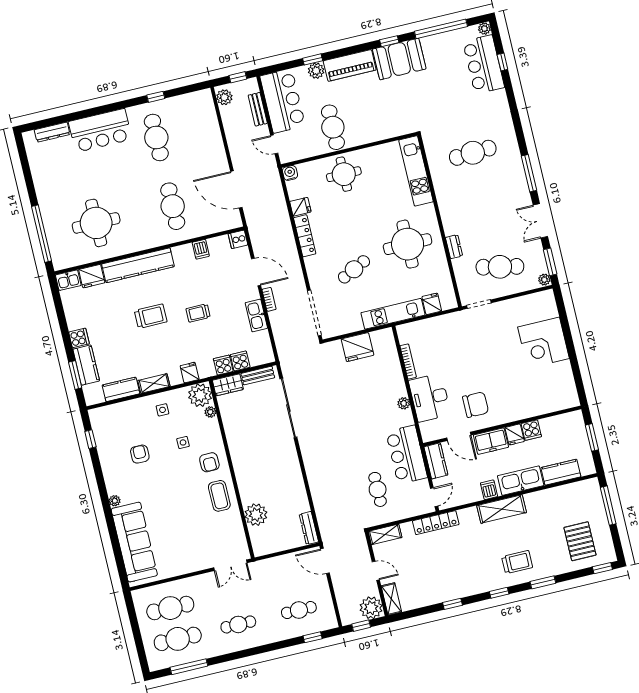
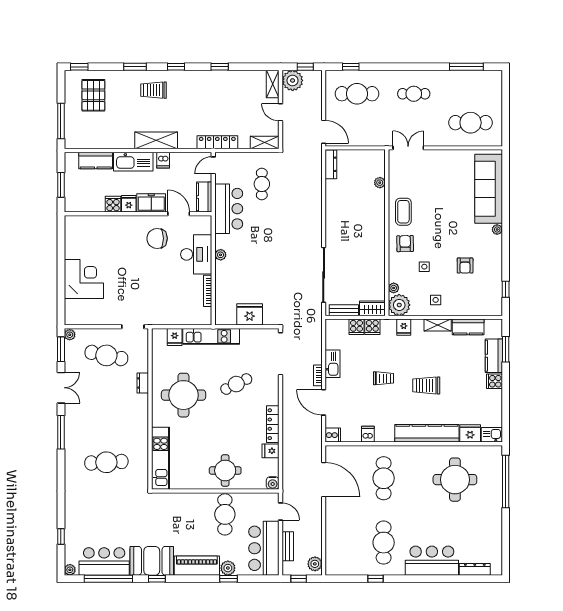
bar counter: (484, 64) -> (104, 562), moved, turned -90
plant: (256, 515) -> (380, 183), width x0.53, depth x0.53
cafe table: (299, 610) -> (357, 94), width x1.37, depth x1.35
cafe table: (178, 639) -> (471, 94), removed

